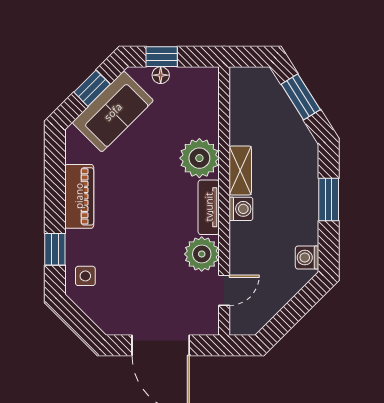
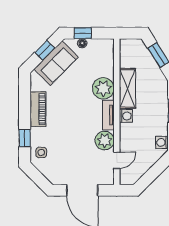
shelving: (240, 170) -> (128, 88), width x1.50, depth x1.33

